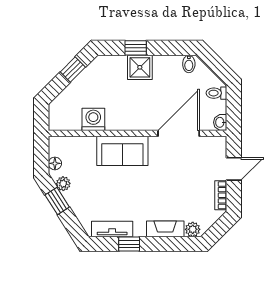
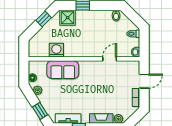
shower: (140, 67) -> (68, 18), moved
door: (179, 133) -> (110, 59), width x0.53
sofa: (122, 151) -> (63, 70), moved
window: (57, 201) -> (40, 111), moved

